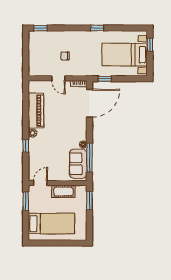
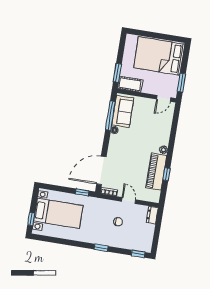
window: (97, 28) -> (101, 248), moved
dresser: (33, 68) -> (152, 215), added
window: (26, 146) -> (166, 174), moved
cot: (63, 191) -> (130, 84), moved
bed: (51, 224) -> (159, 56), width x1.50

